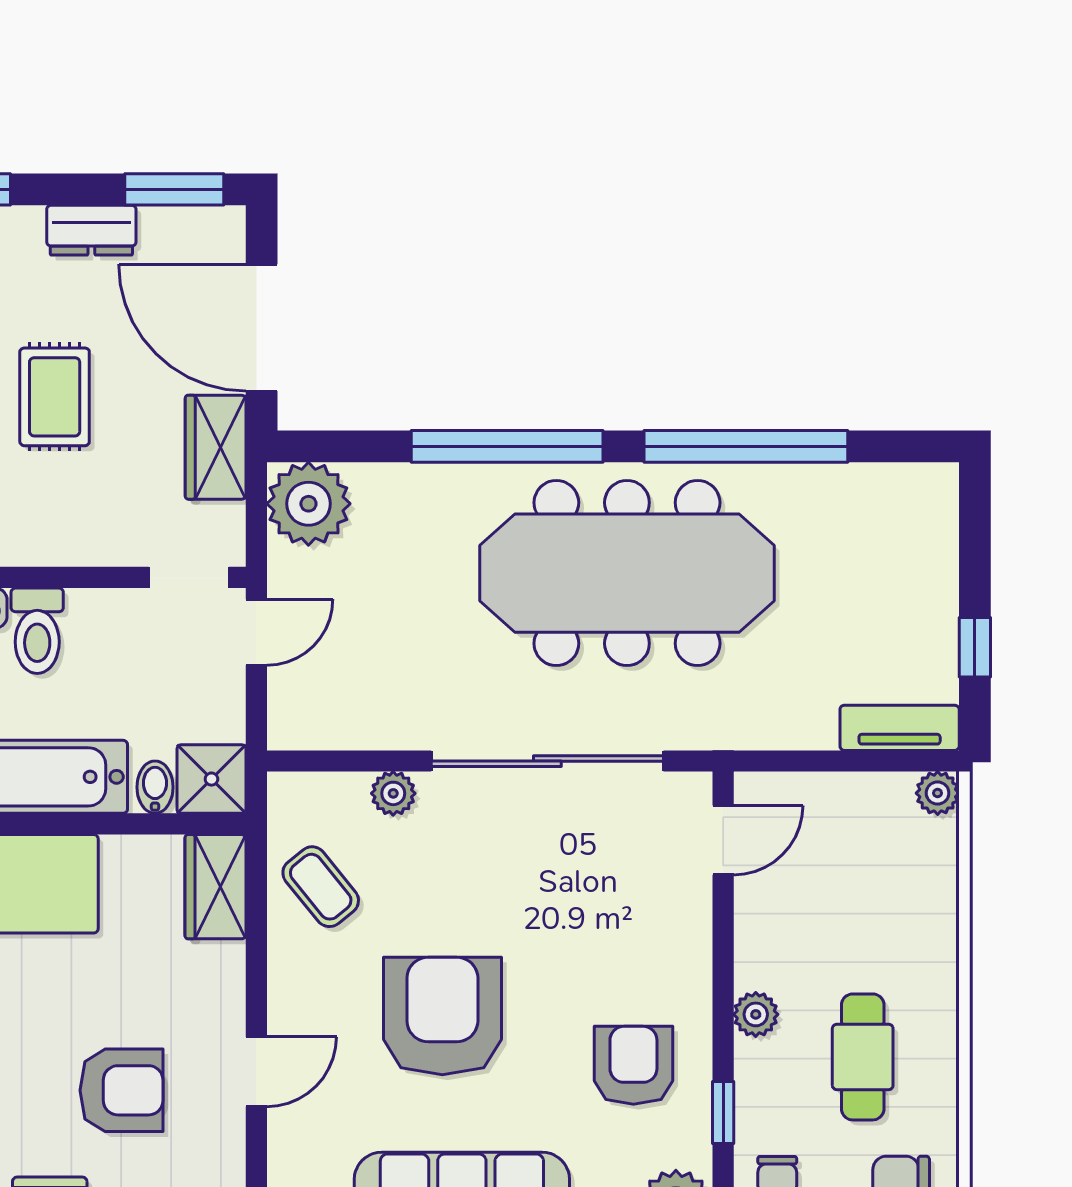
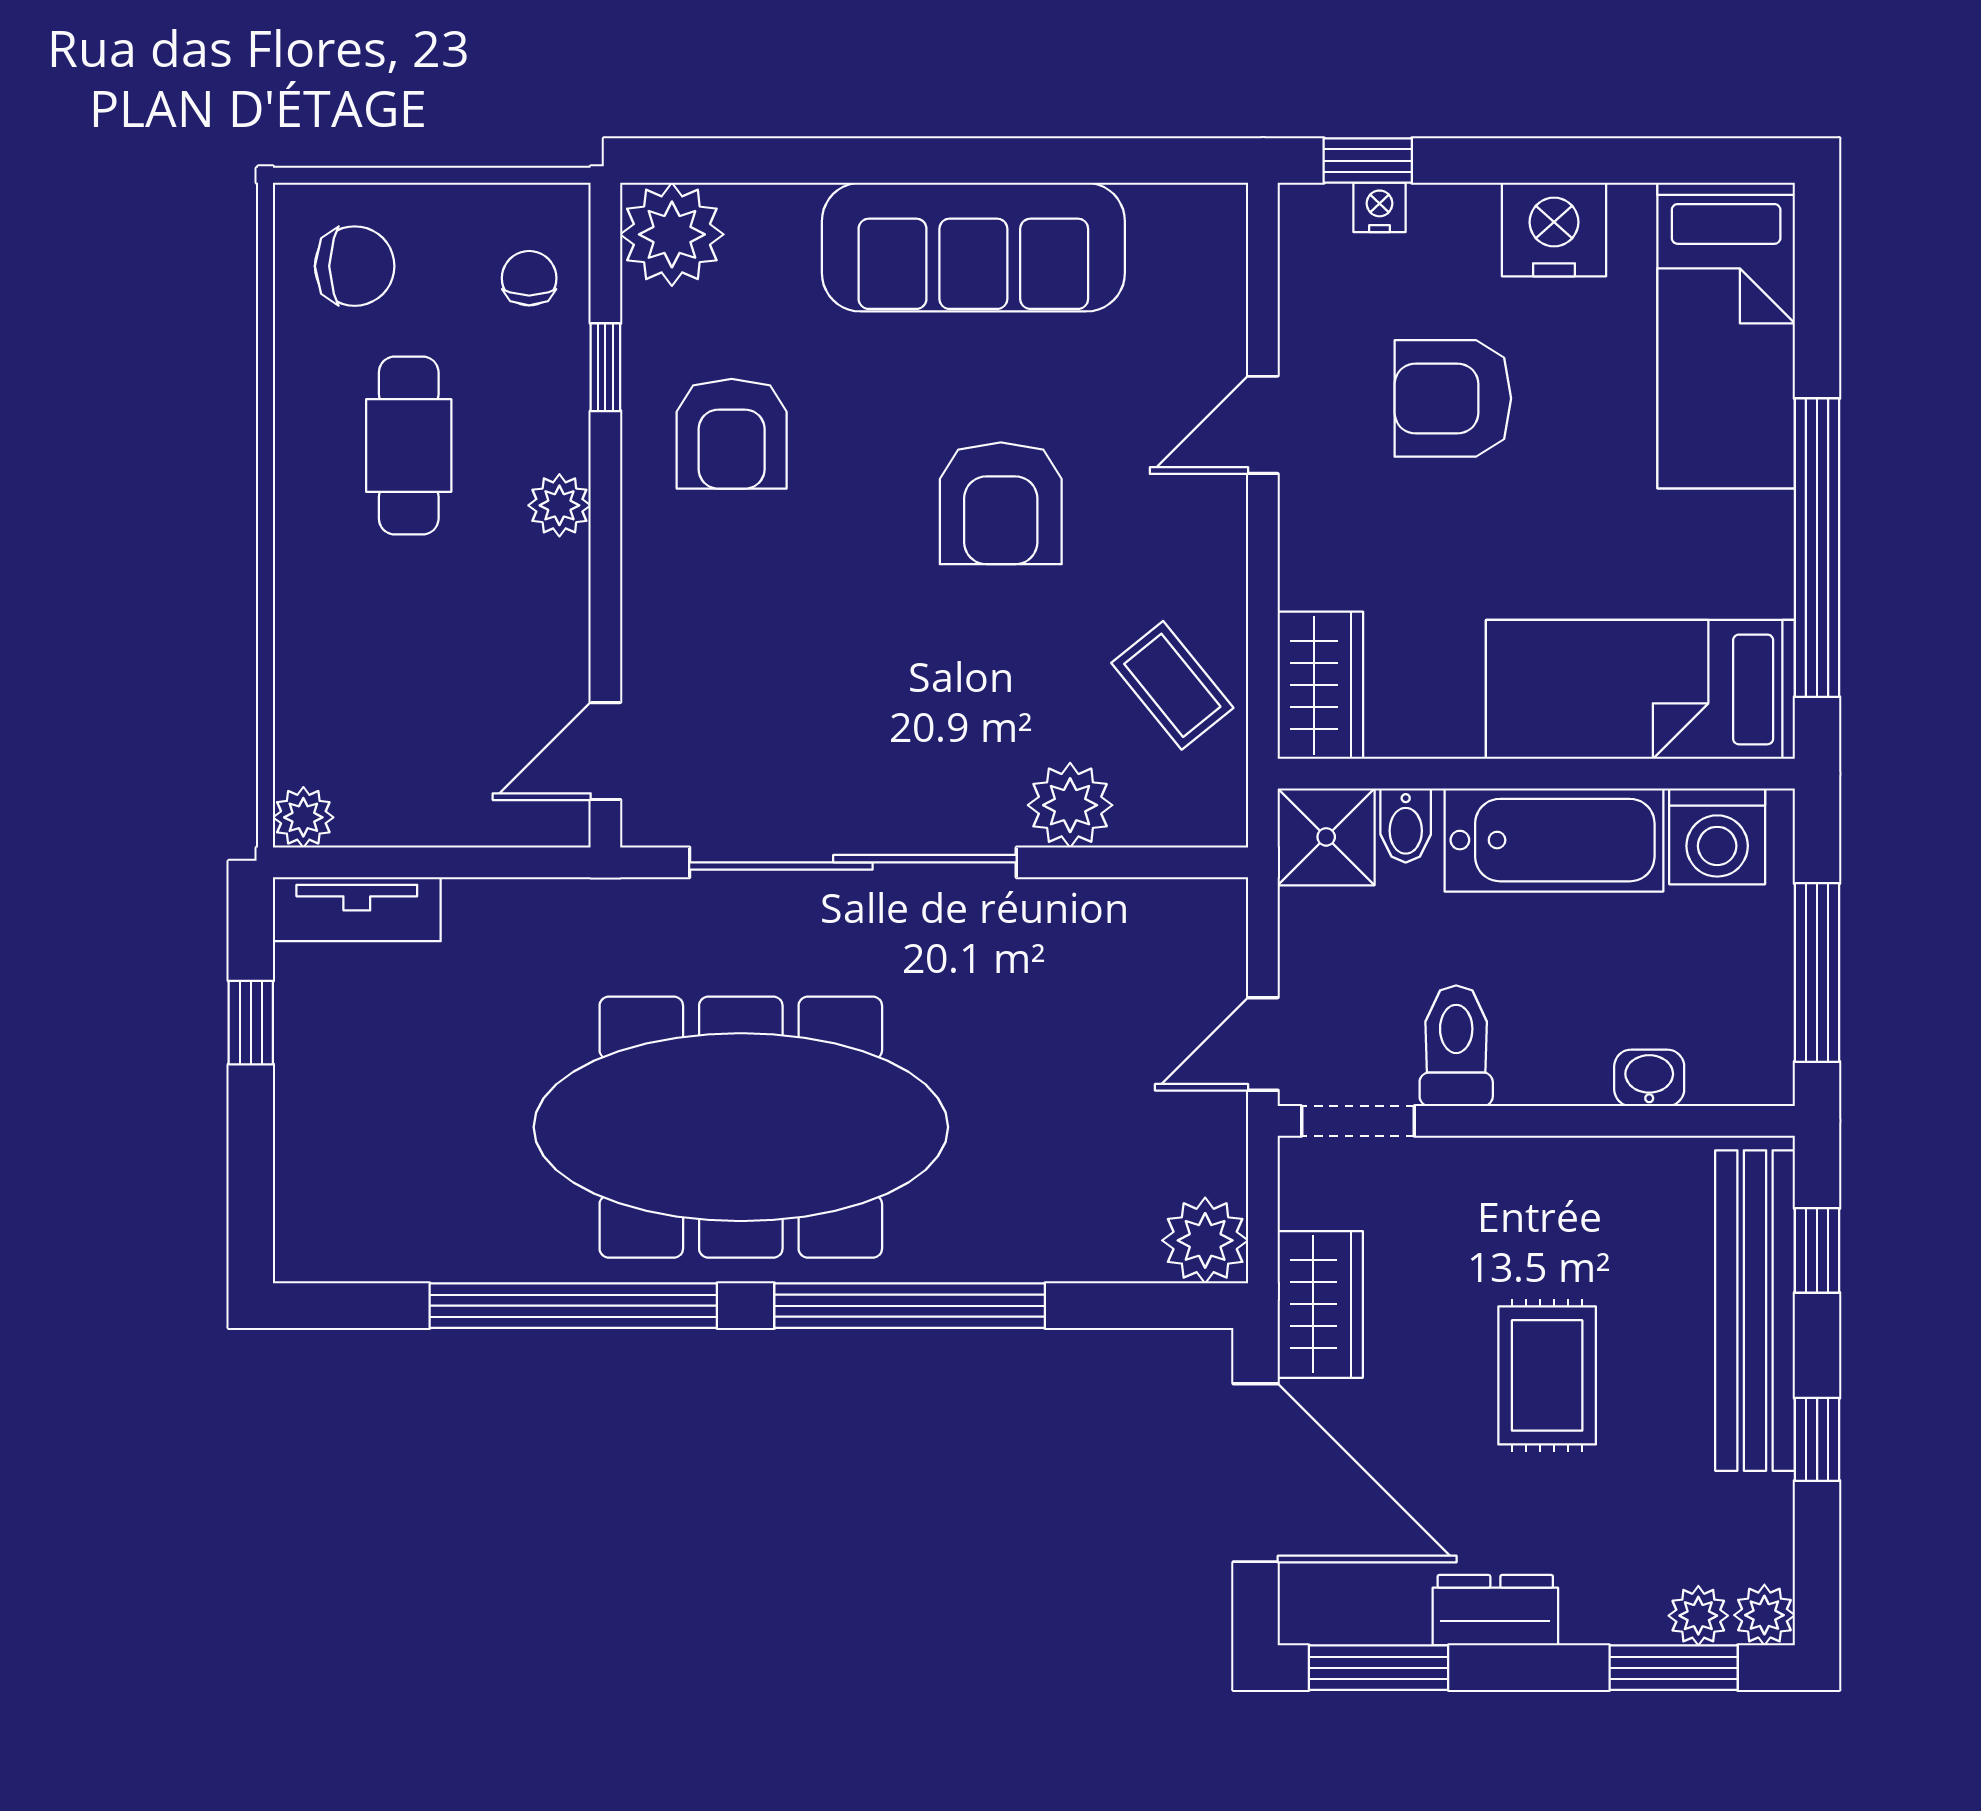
plant: (308, 504) -> (1205, 1240), width x0.73, depth x0.73
toilet: (37, 631) -> (1456, 1046), moved
plant: (393, 793) -> (1070, 805), width x1.38, depth x1.38
armchair: (442, 1016) -> (1001, 503), width x0.73, depth x0.73

